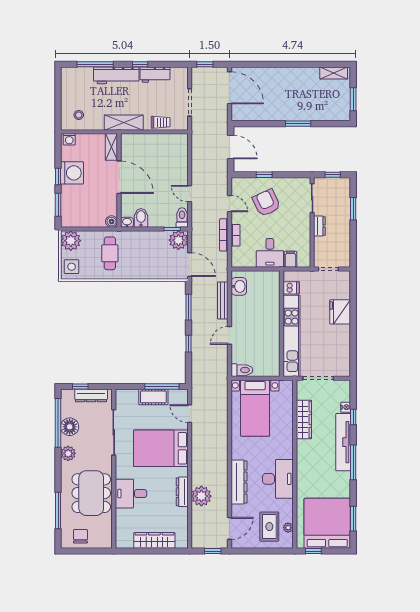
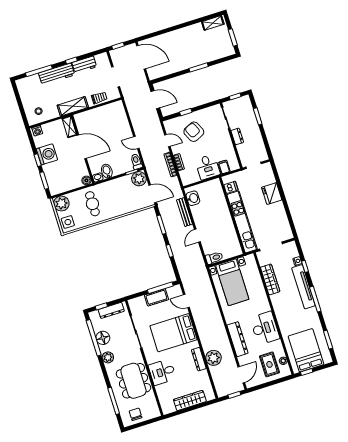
bed: (327, 523) -> (306, 350), width x0.73

